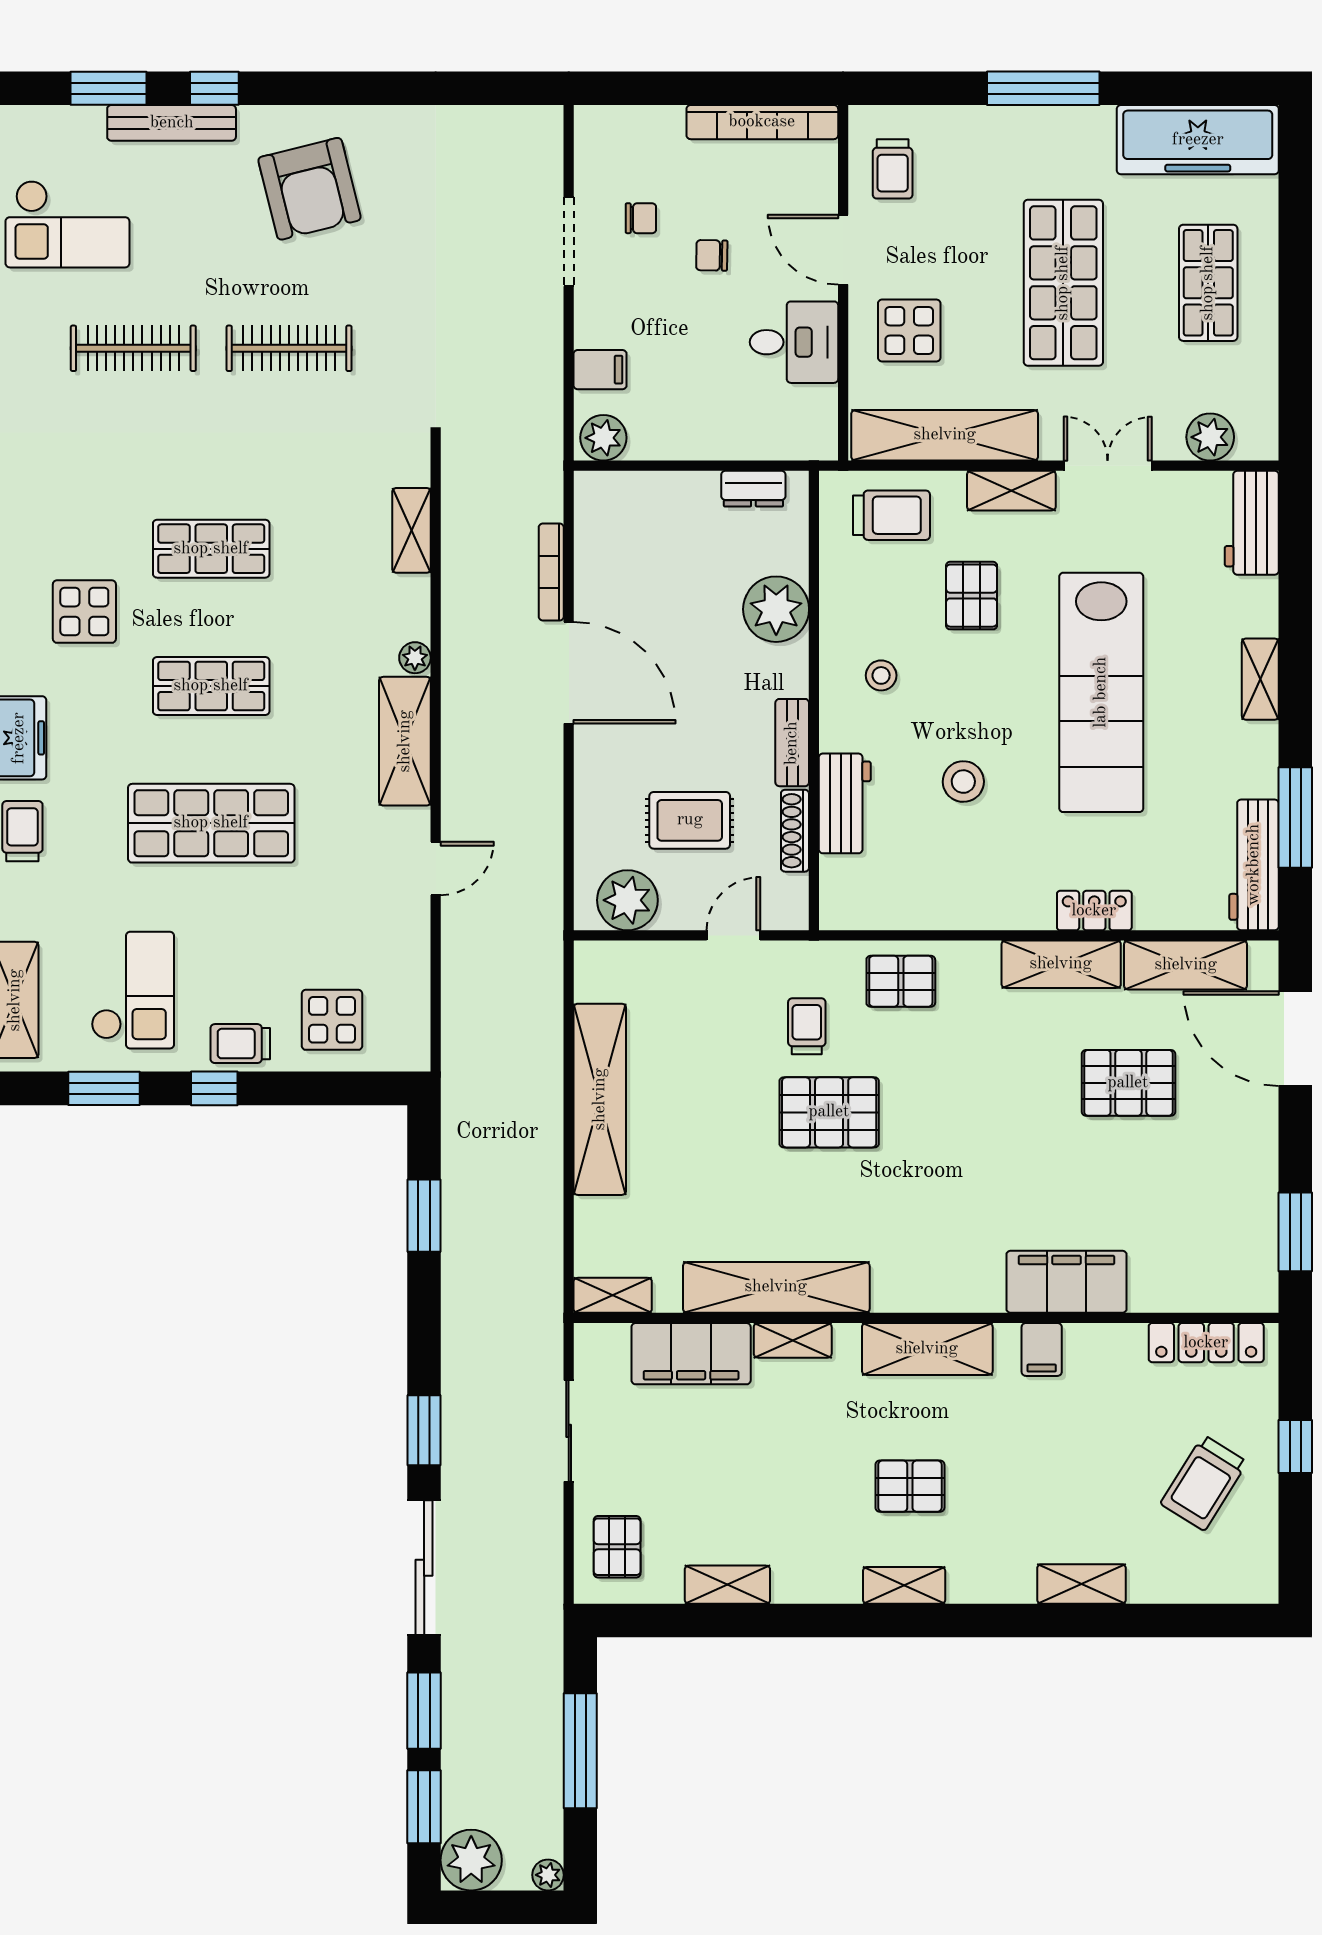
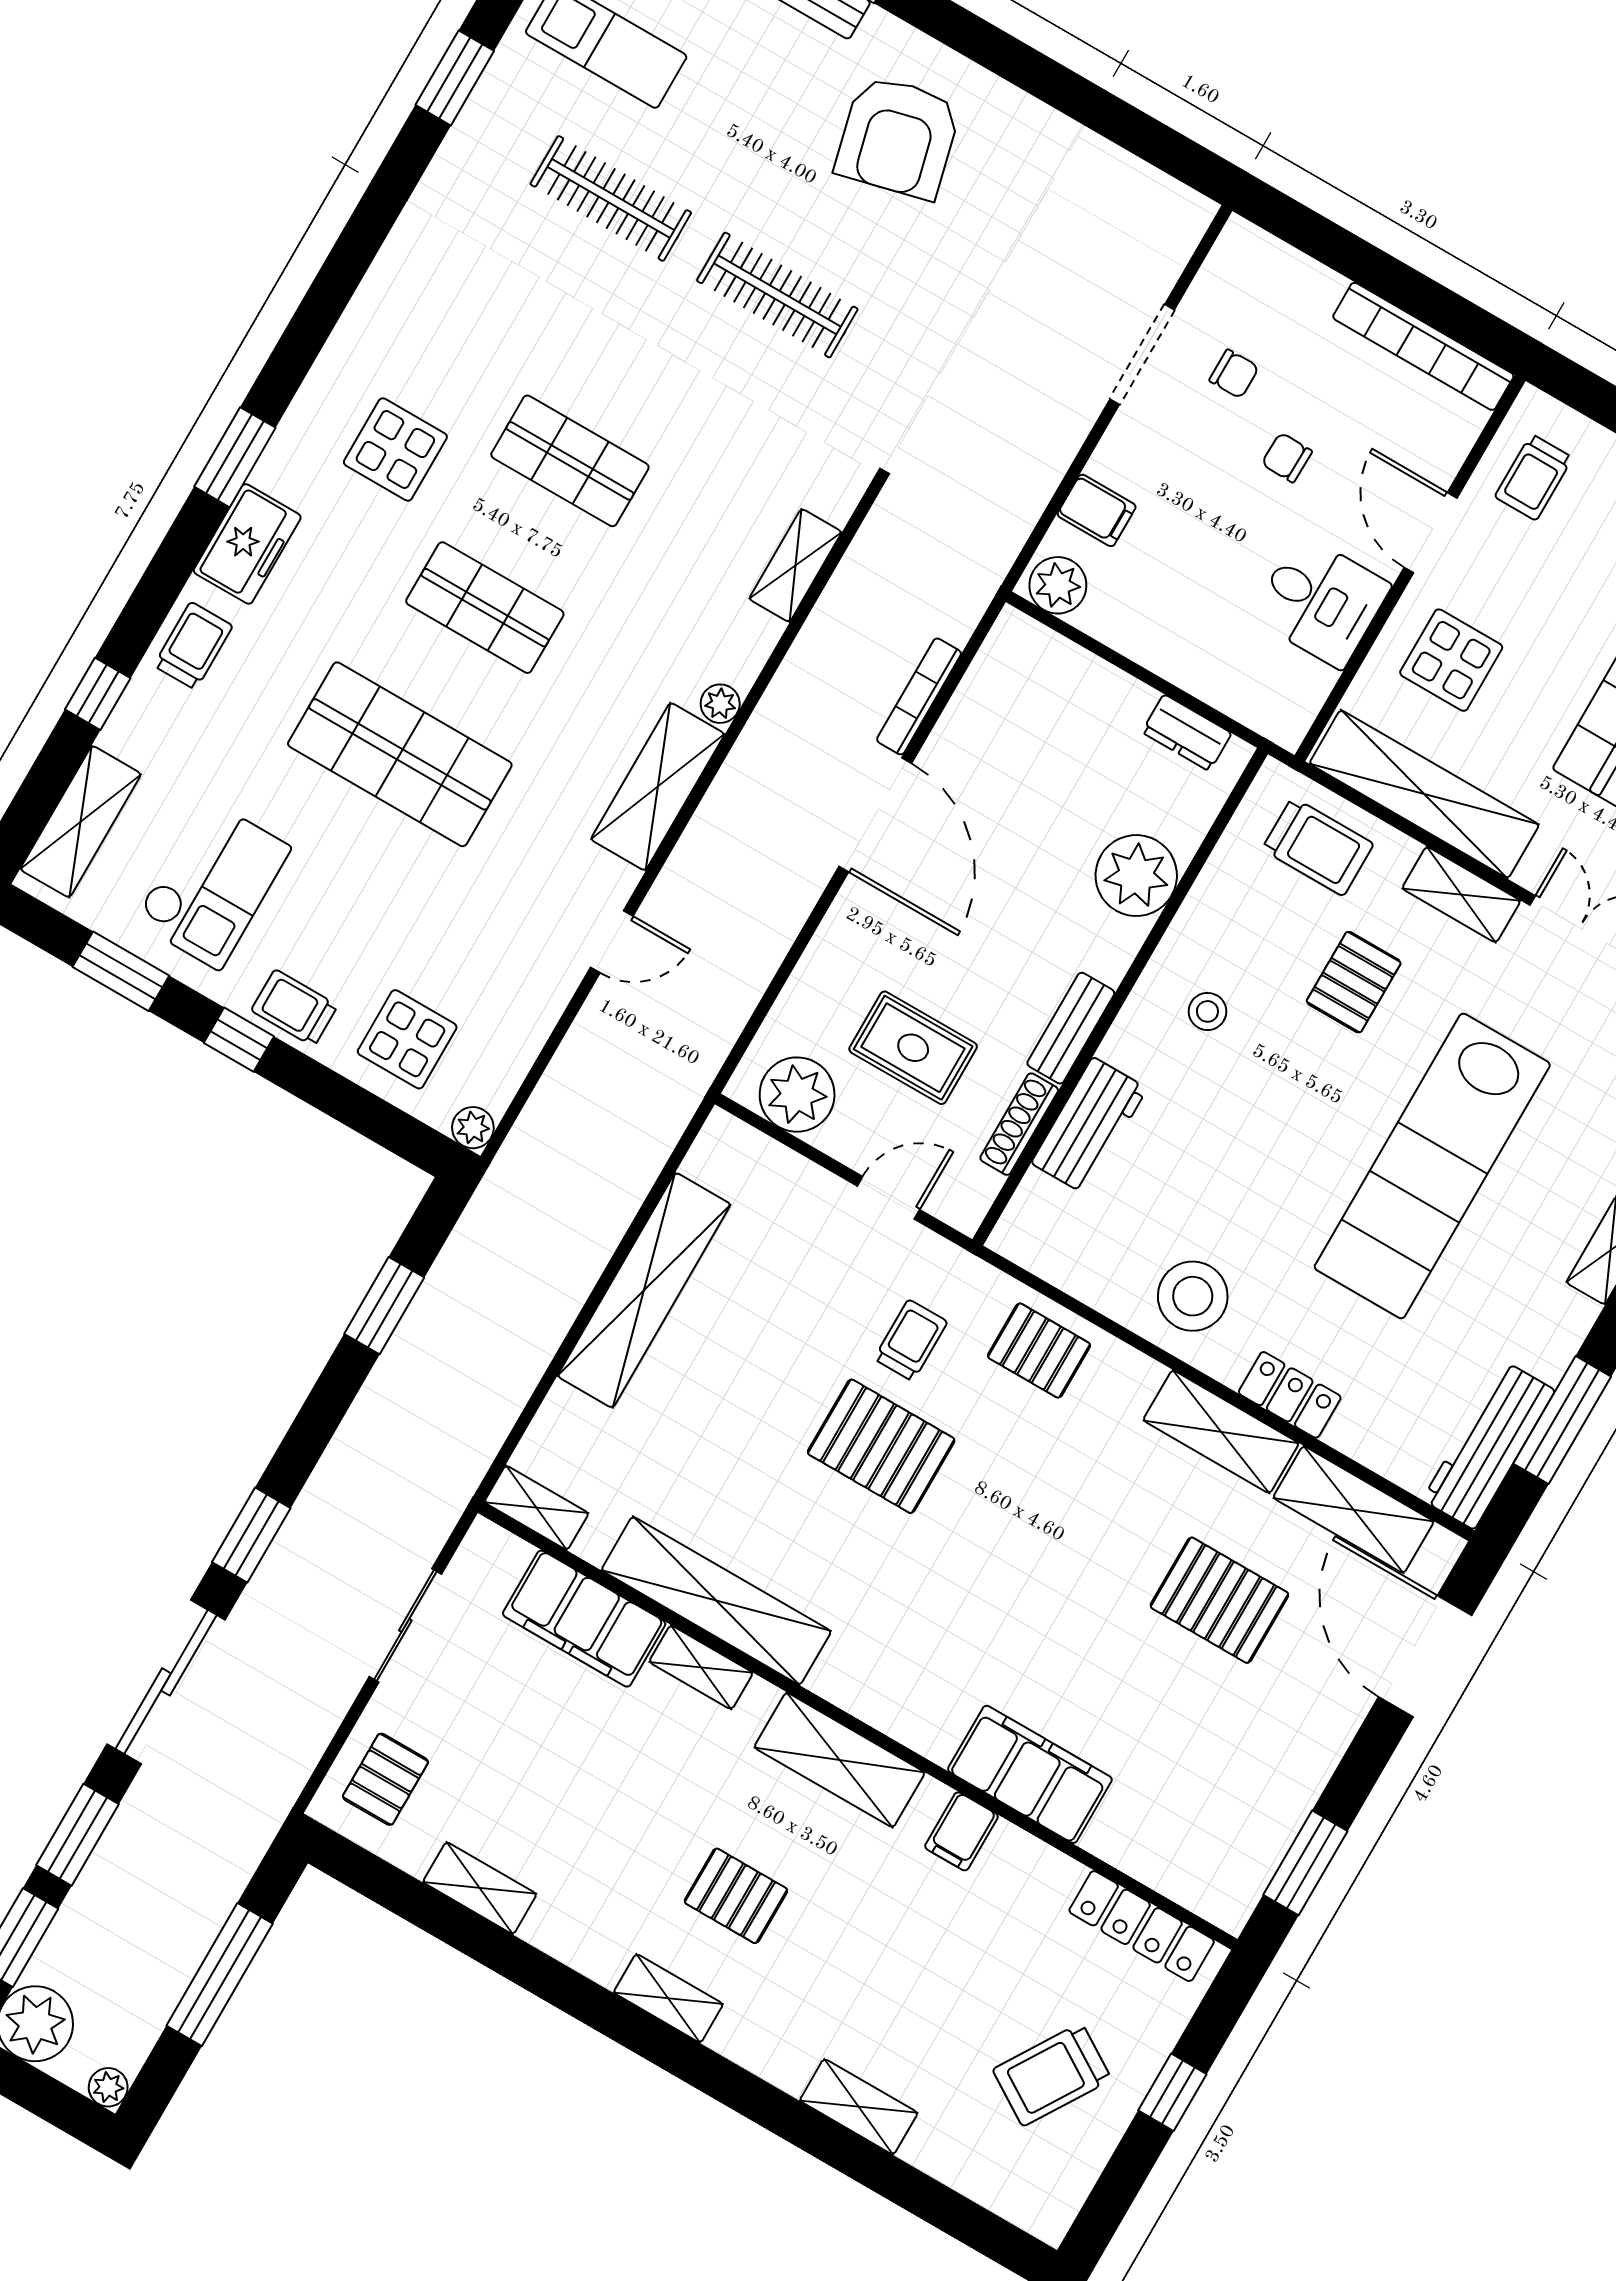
stool: (963, 782) -> (1193, 1296), moved, width x1.38, depth x1.38
plant: (414, 1055) -> (473, 1128), added

